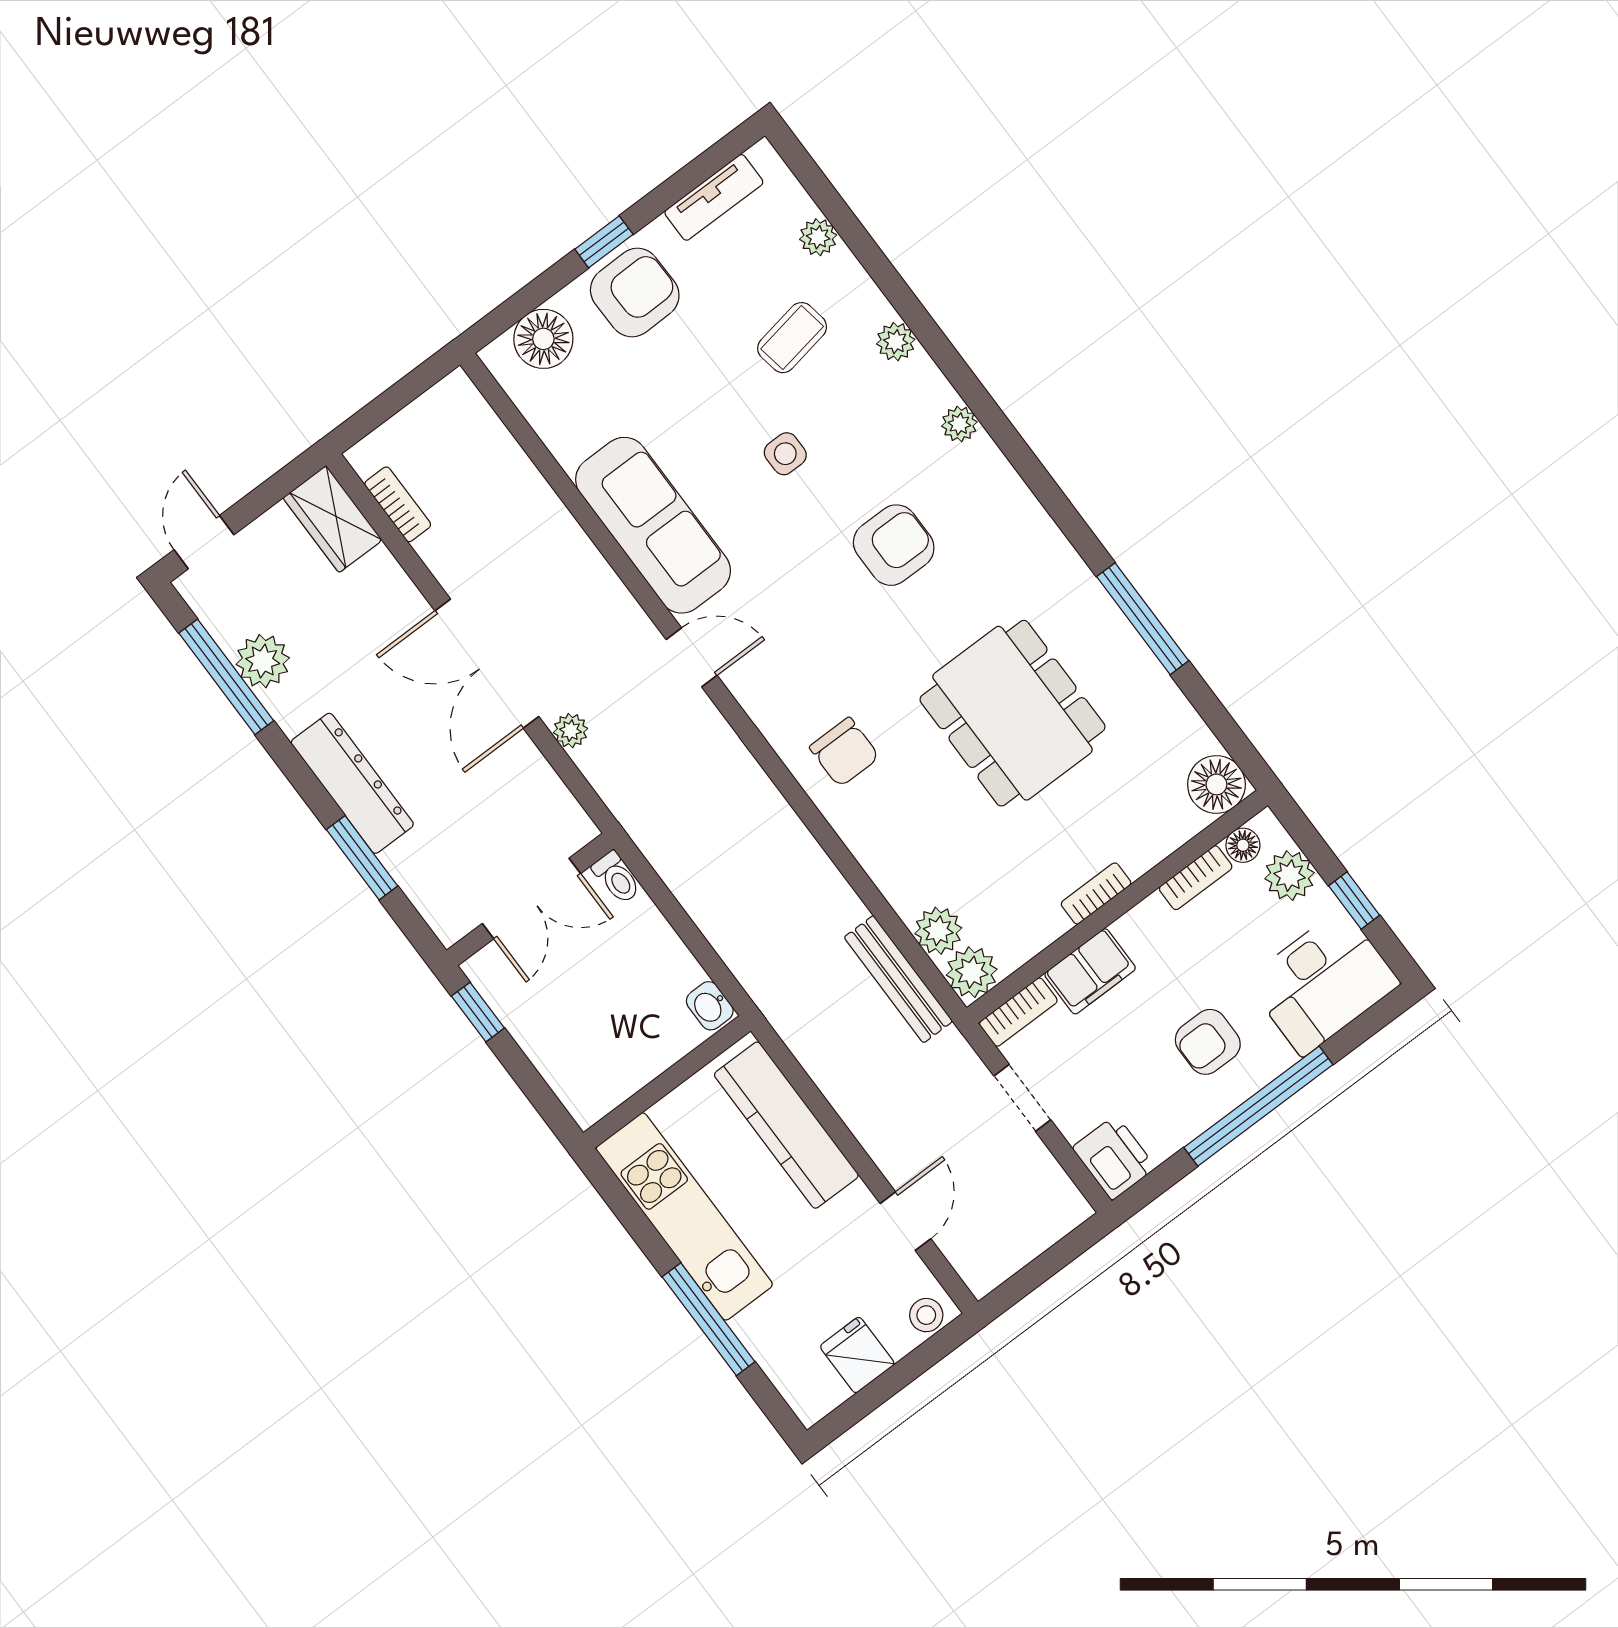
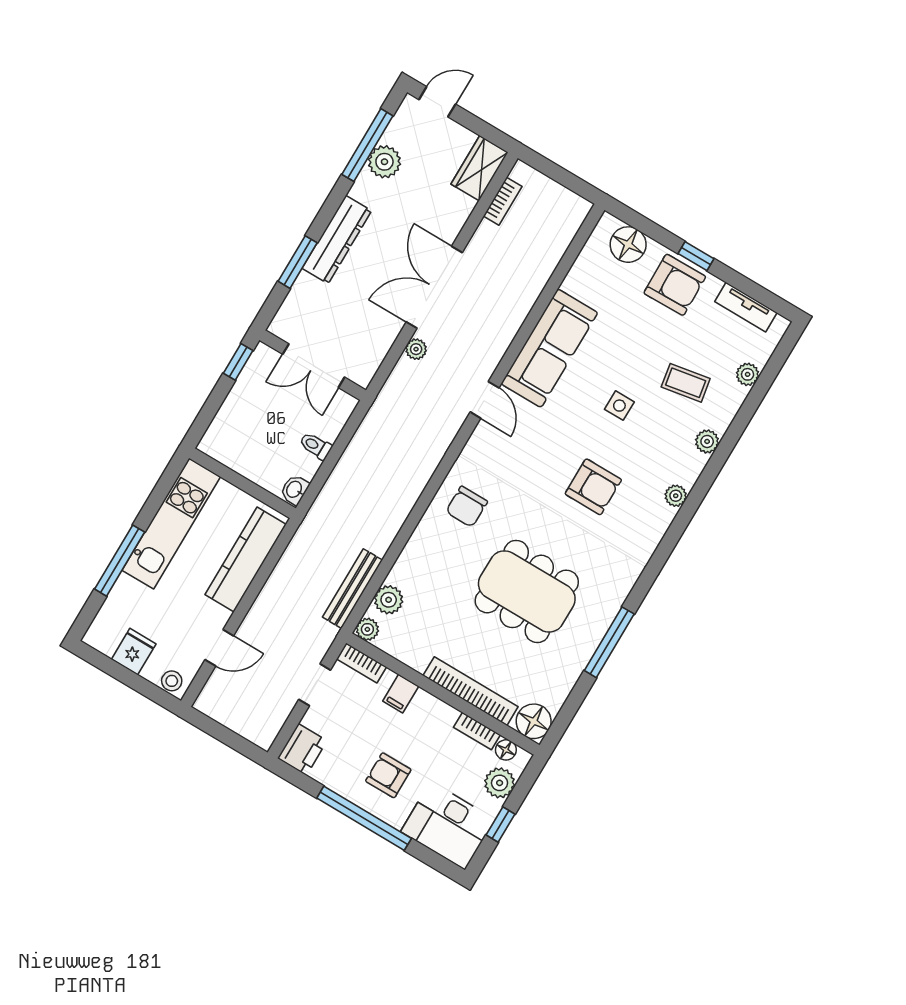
dining table: (1013, 713) -> (527, 591), turned 90
toilet: (617, 878) -> (316, 446), moved, turned 90
bookcase: (1096, 893) -> (471, 691), width x2.31, depth x1.31
filing cabinet: (1090, 971) -> (401, 694), width x0.50
plant: (972, 972) -> (367, 629), width x0.73, depth x0.73

